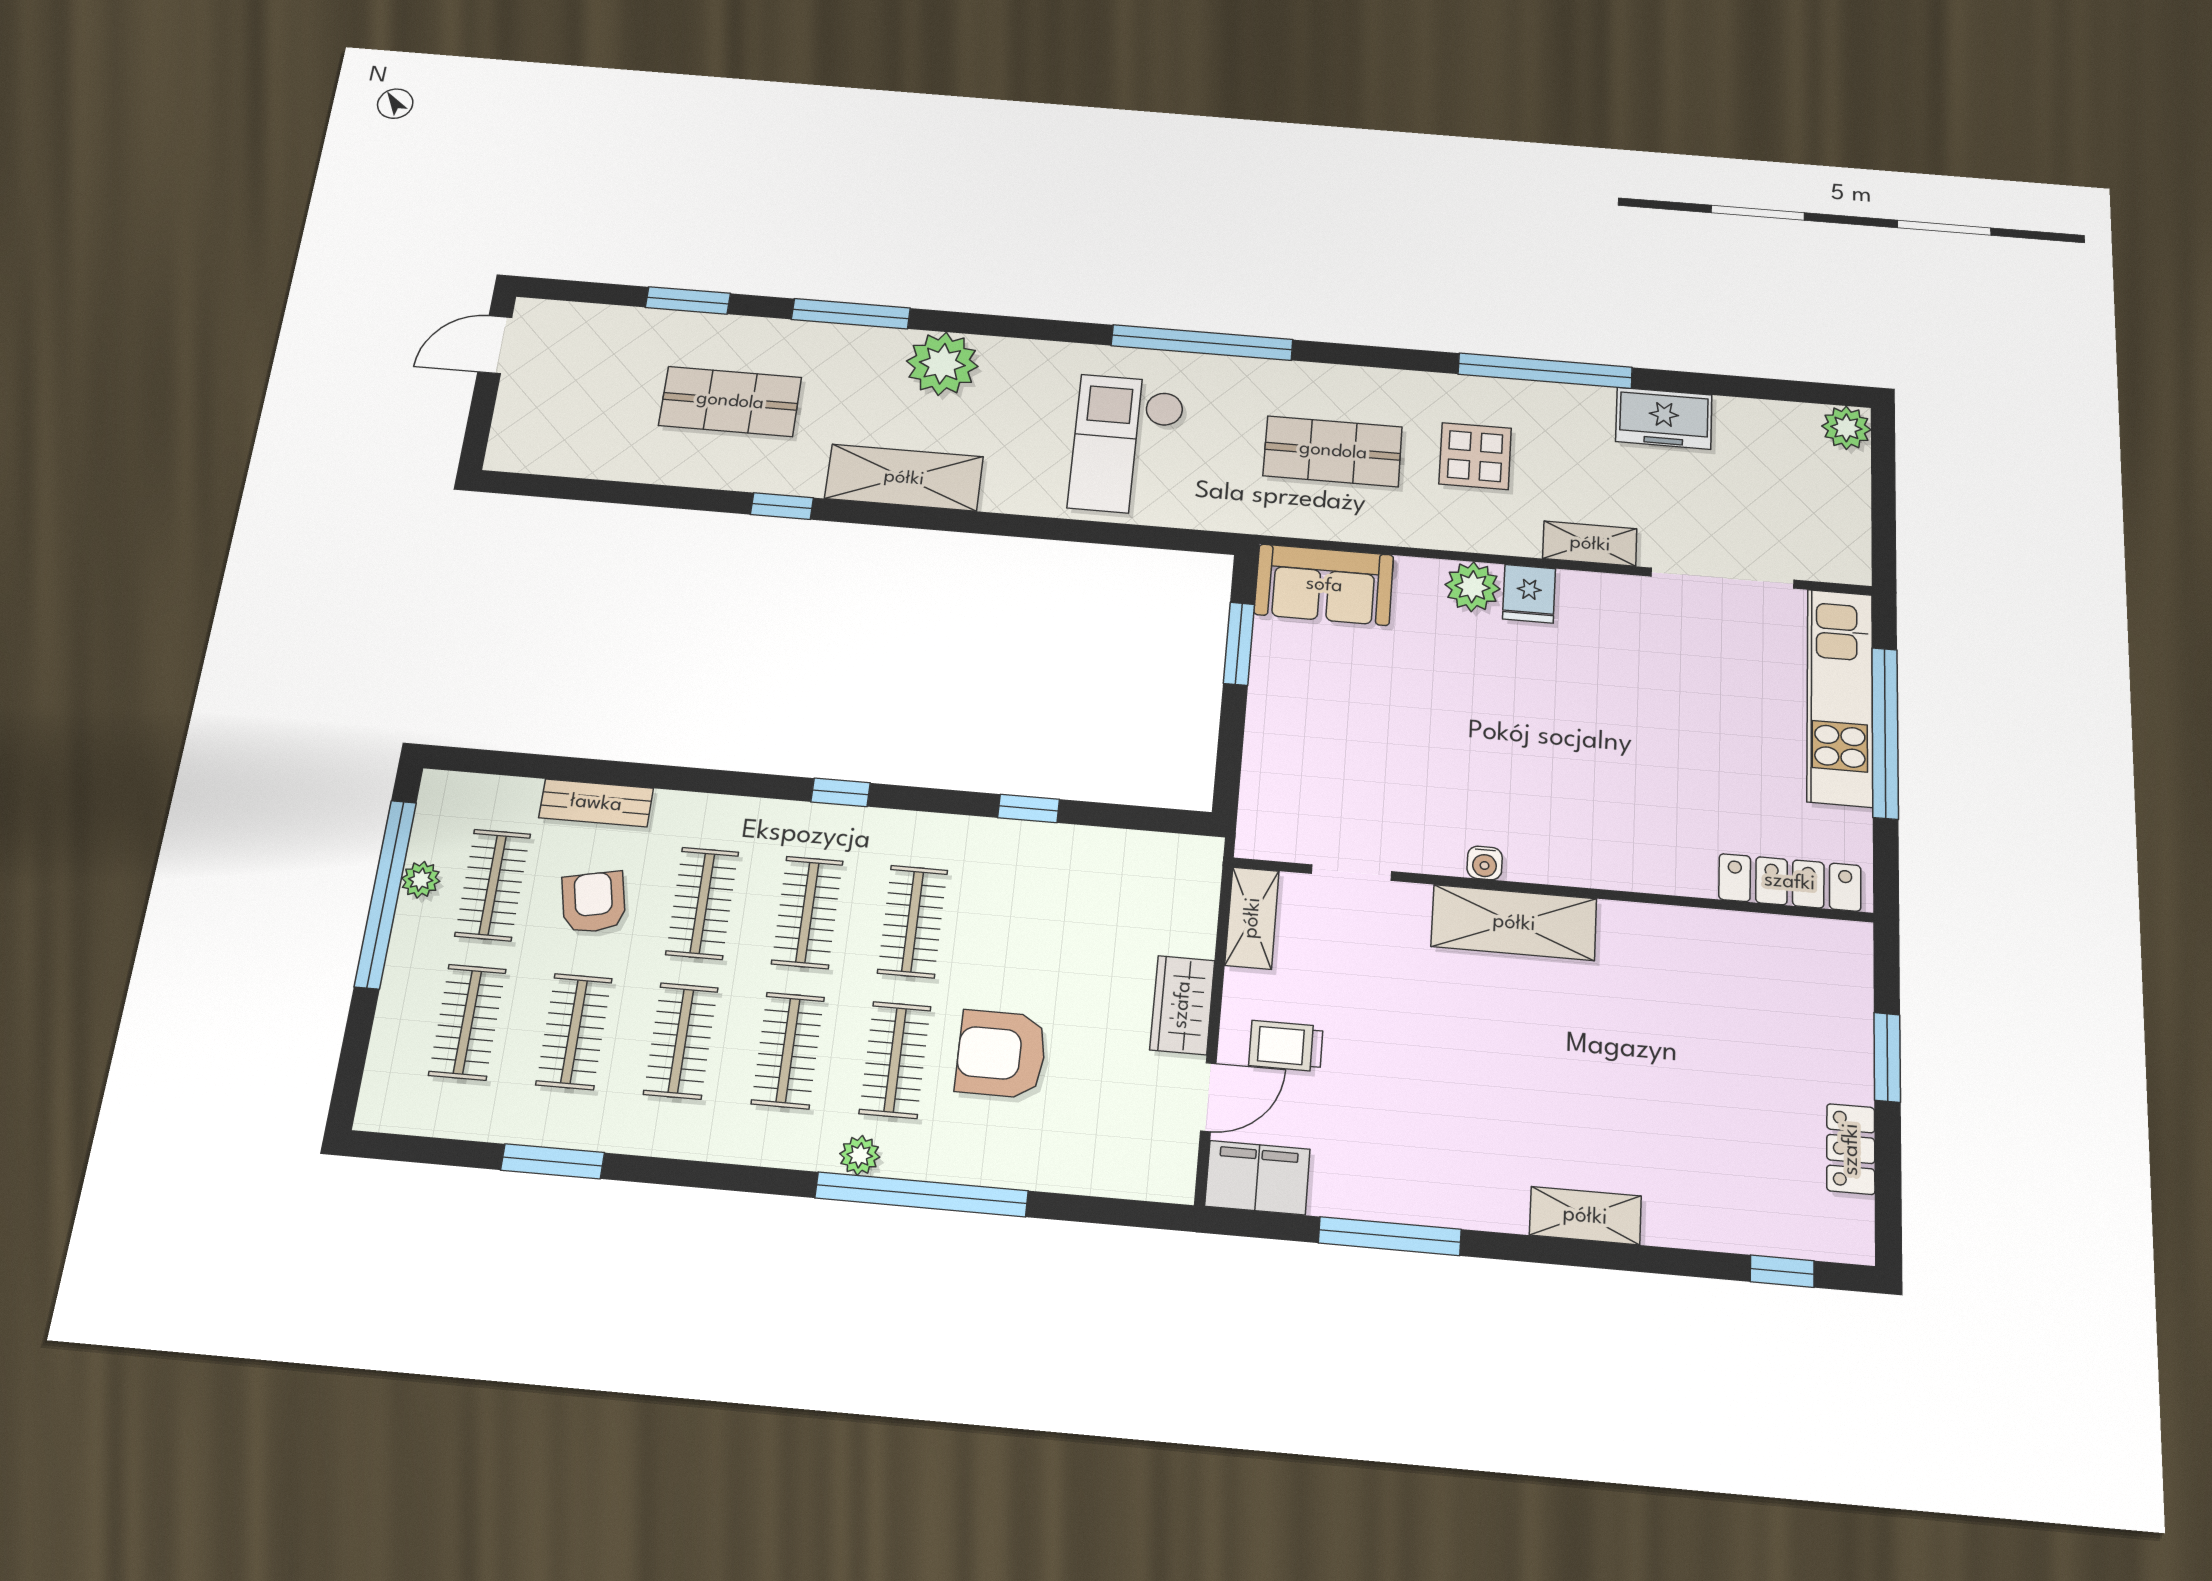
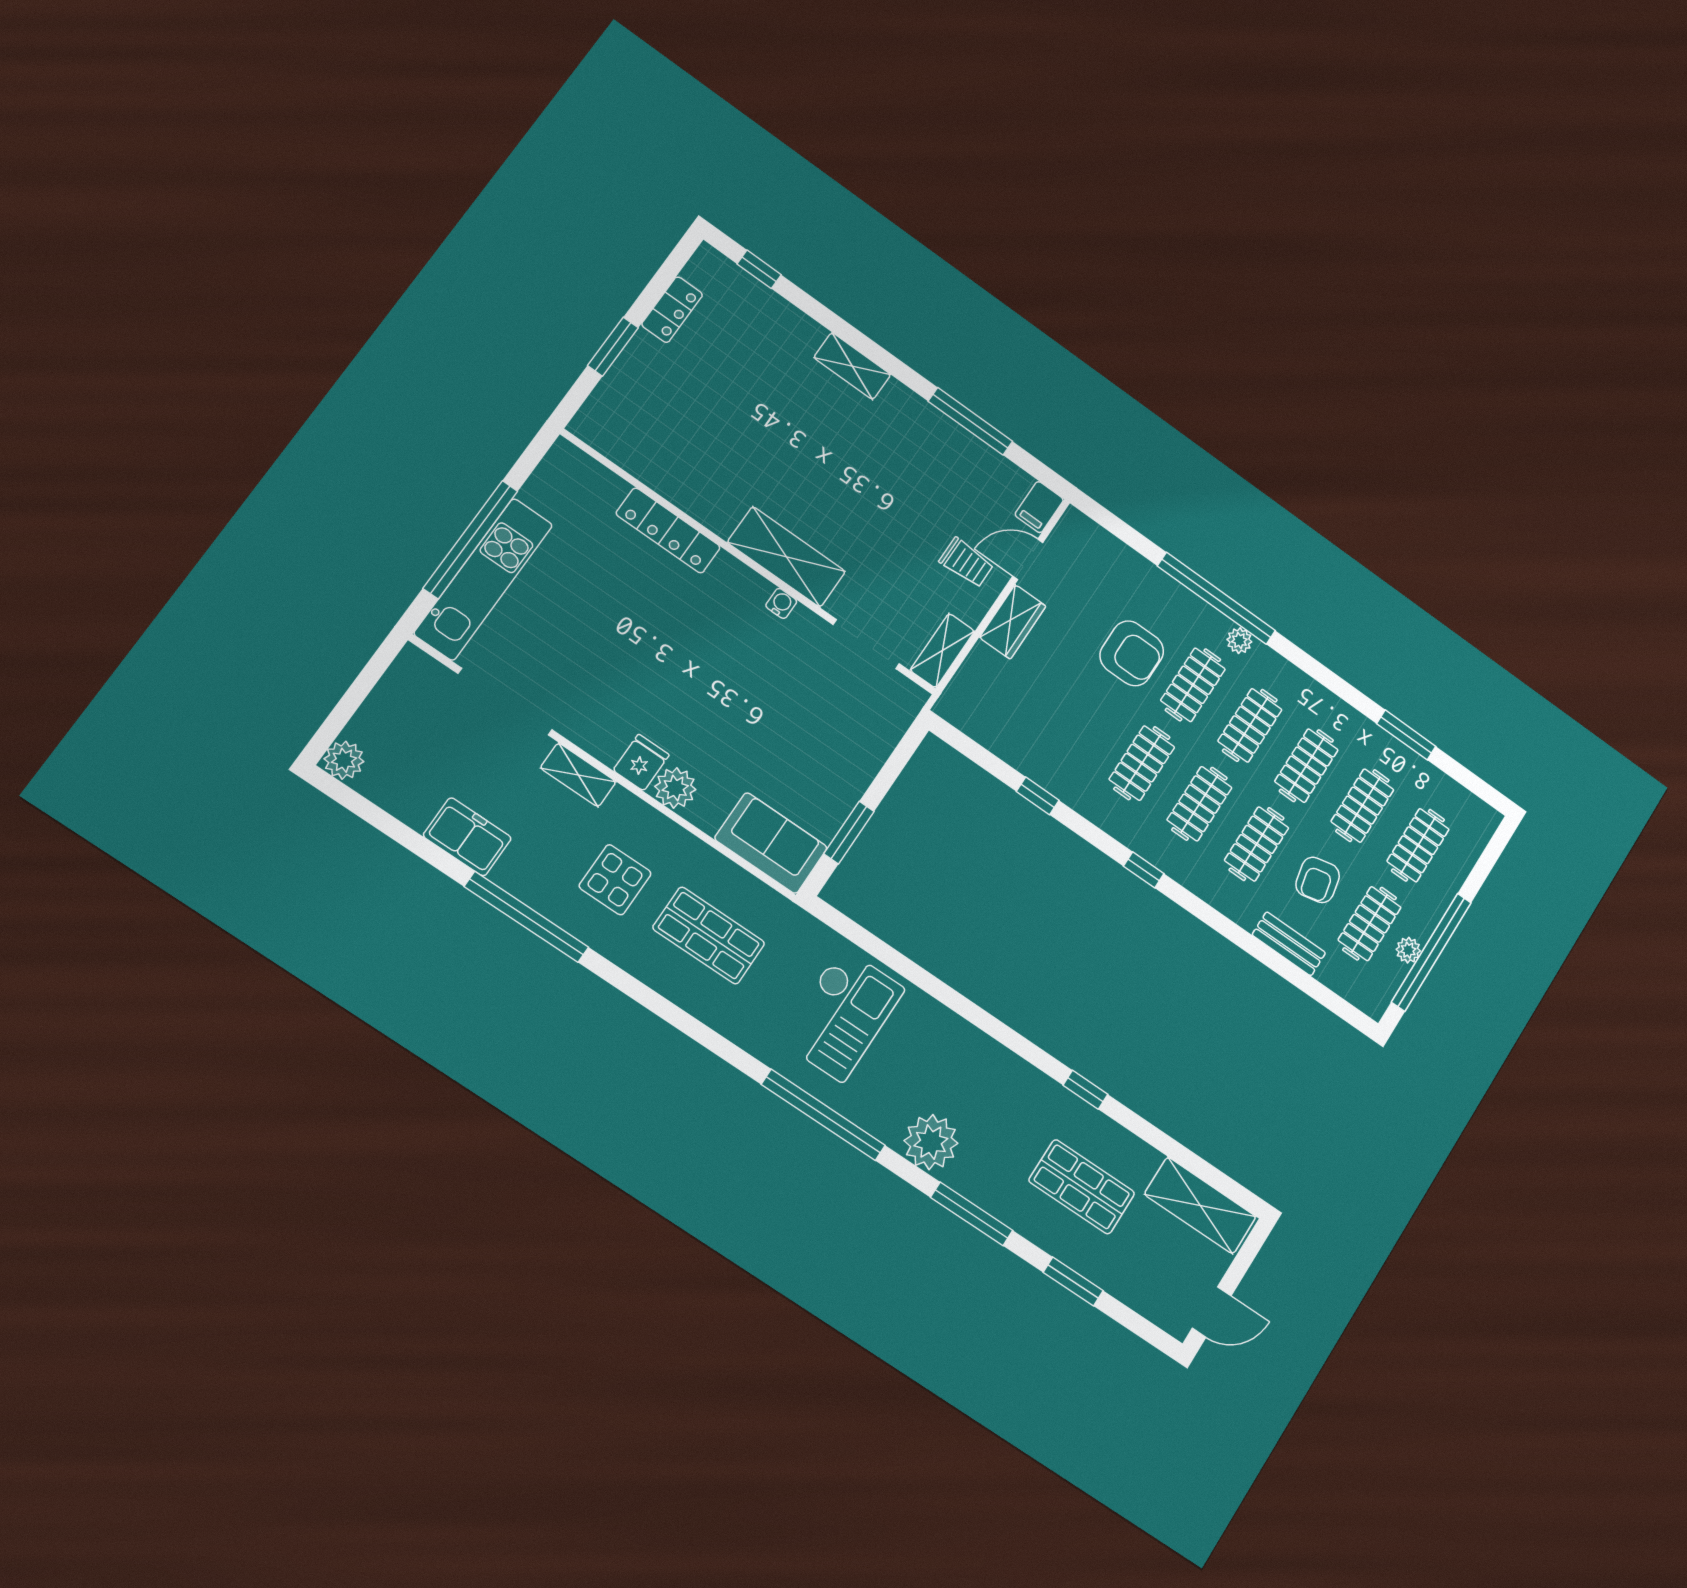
window: (1202, 343) -> (823, 1115), moved
shelving: (904, 478) -> (1200, 1205), moved
doorway: (1351, 873) -> (866, 644), width x1.38
locker: (1790, 882) -> (668, 531), moved
filing cabinet: (1257, 1178) -> (1039, 507), width x0.50

